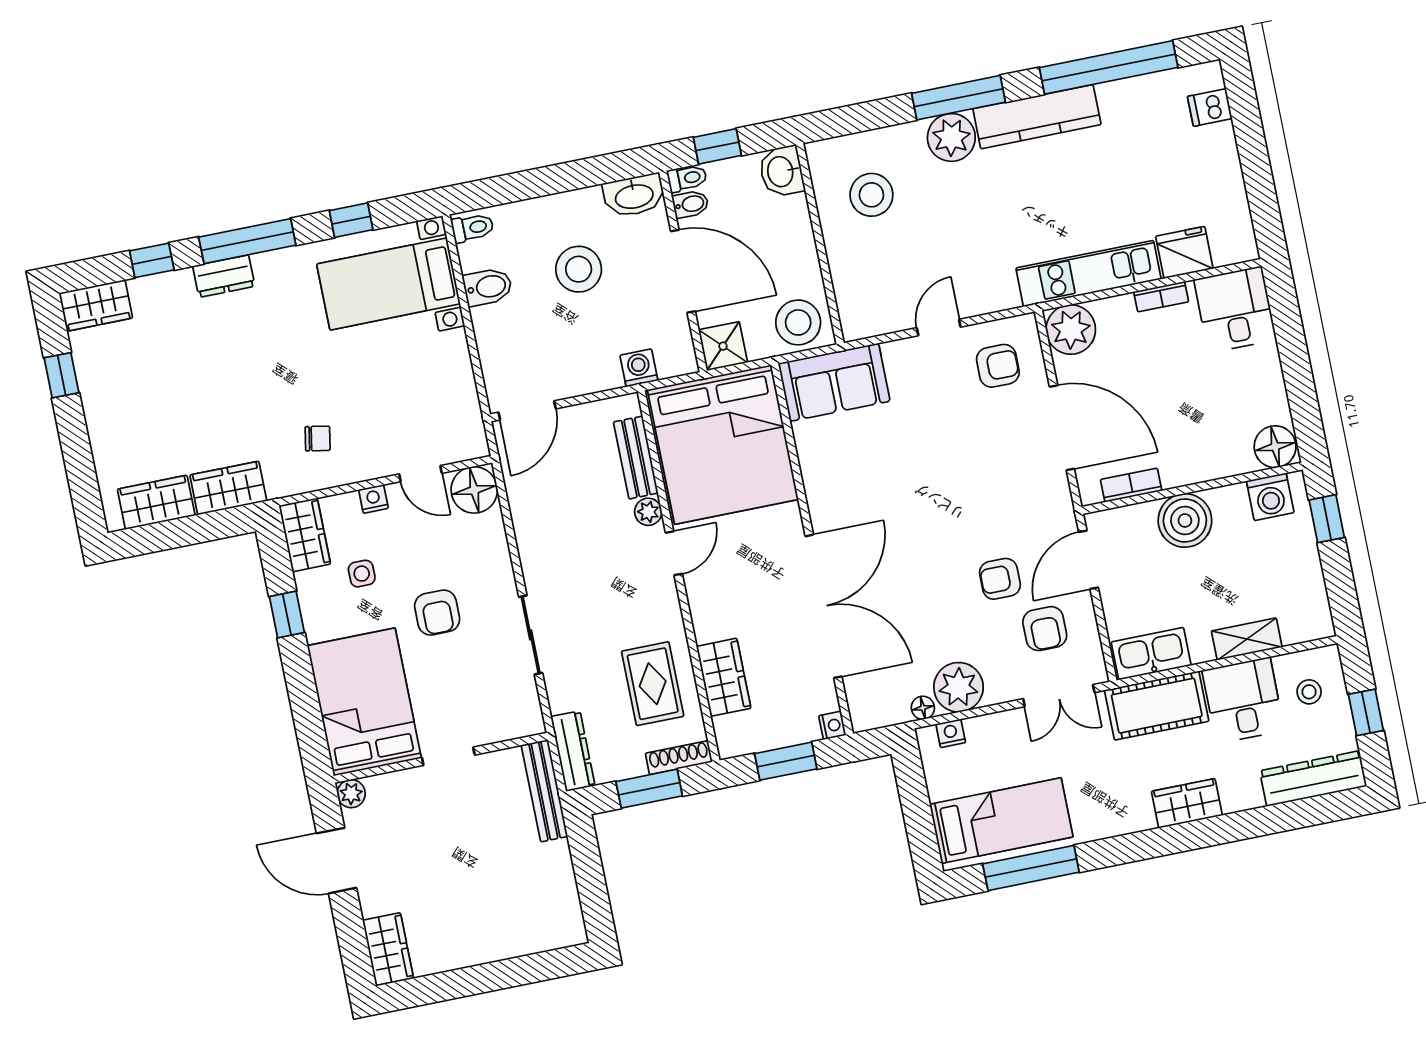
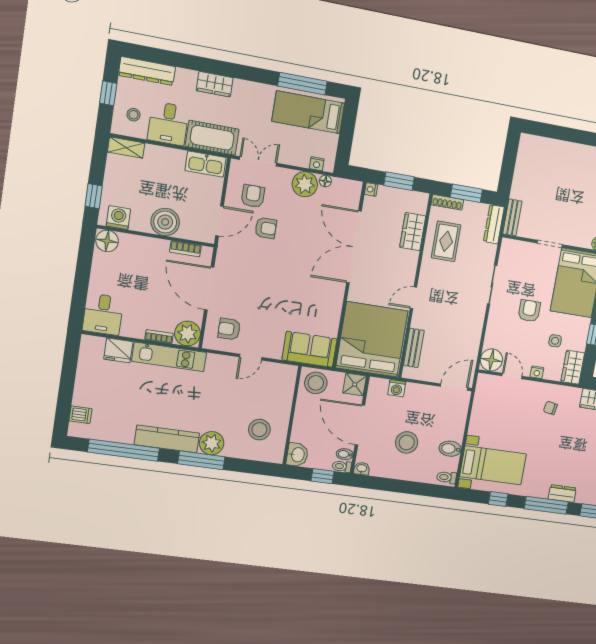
washbasin: (634, 196) -> (362, 469), width x0.52, depth x0.69
bookcase: (1161, 297) -> (159, 337), moved
plant: (648, 512) -> (418, 321), removed
shelving: (1247, 639) -> (126, 148), moved
bench: (544, 791) -> (512, 217), width x0.73

